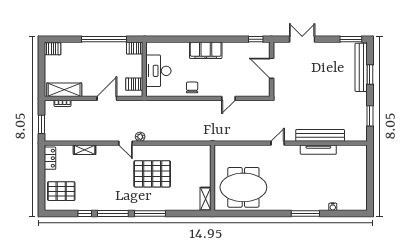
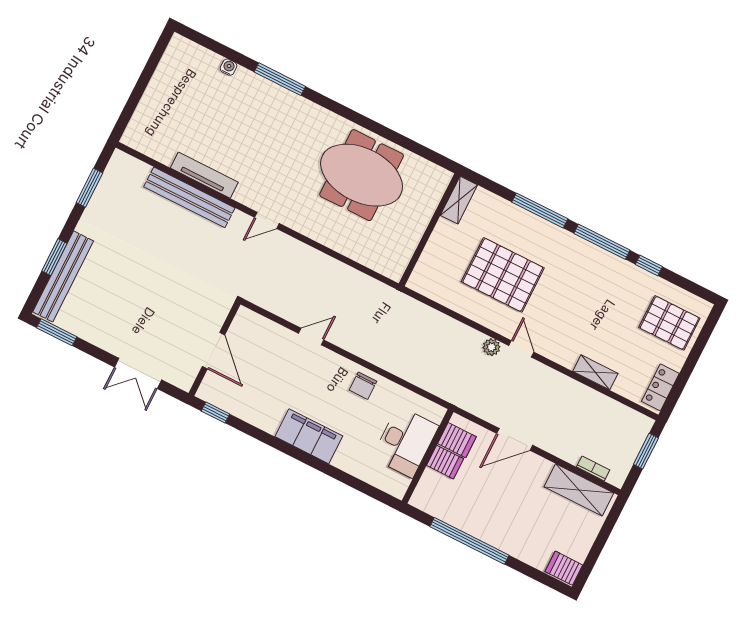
server rack: (135, 48) -> (445, 462), moved
wall: (212, 178) -> (429, 230), moved
shelving: (205, 199) -> (459, 200), moved

